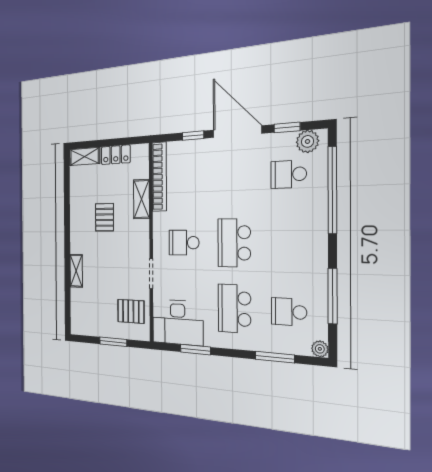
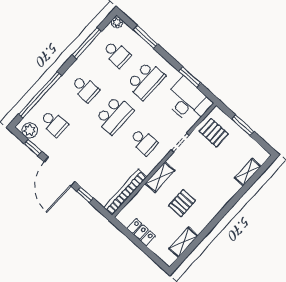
shelving: (84, 157) -> (183, 242), moved, turned 90
shelving: (141, 199) -> (160, 177), moved
school desk: (289, 243) -> (85, 89), added
shelving: (76, 271) -> (248, 172), moved

